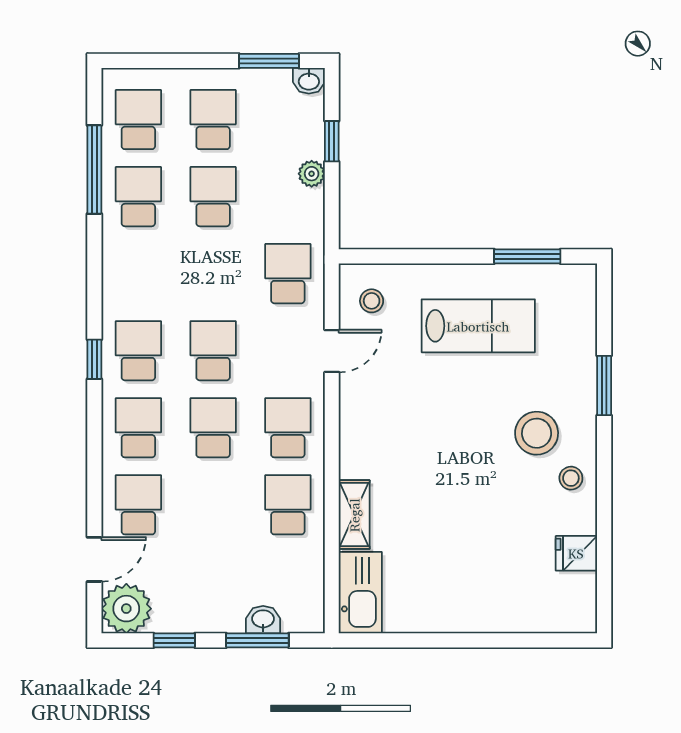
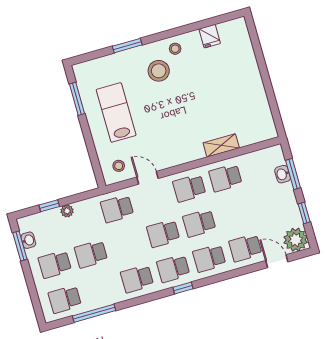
washbasin: (309, 81) -> (28, 240), moved
school desk: (138, 197) -> (137, 279), moved
kitchen sink: (360, 593) -> (257, 132), removed

